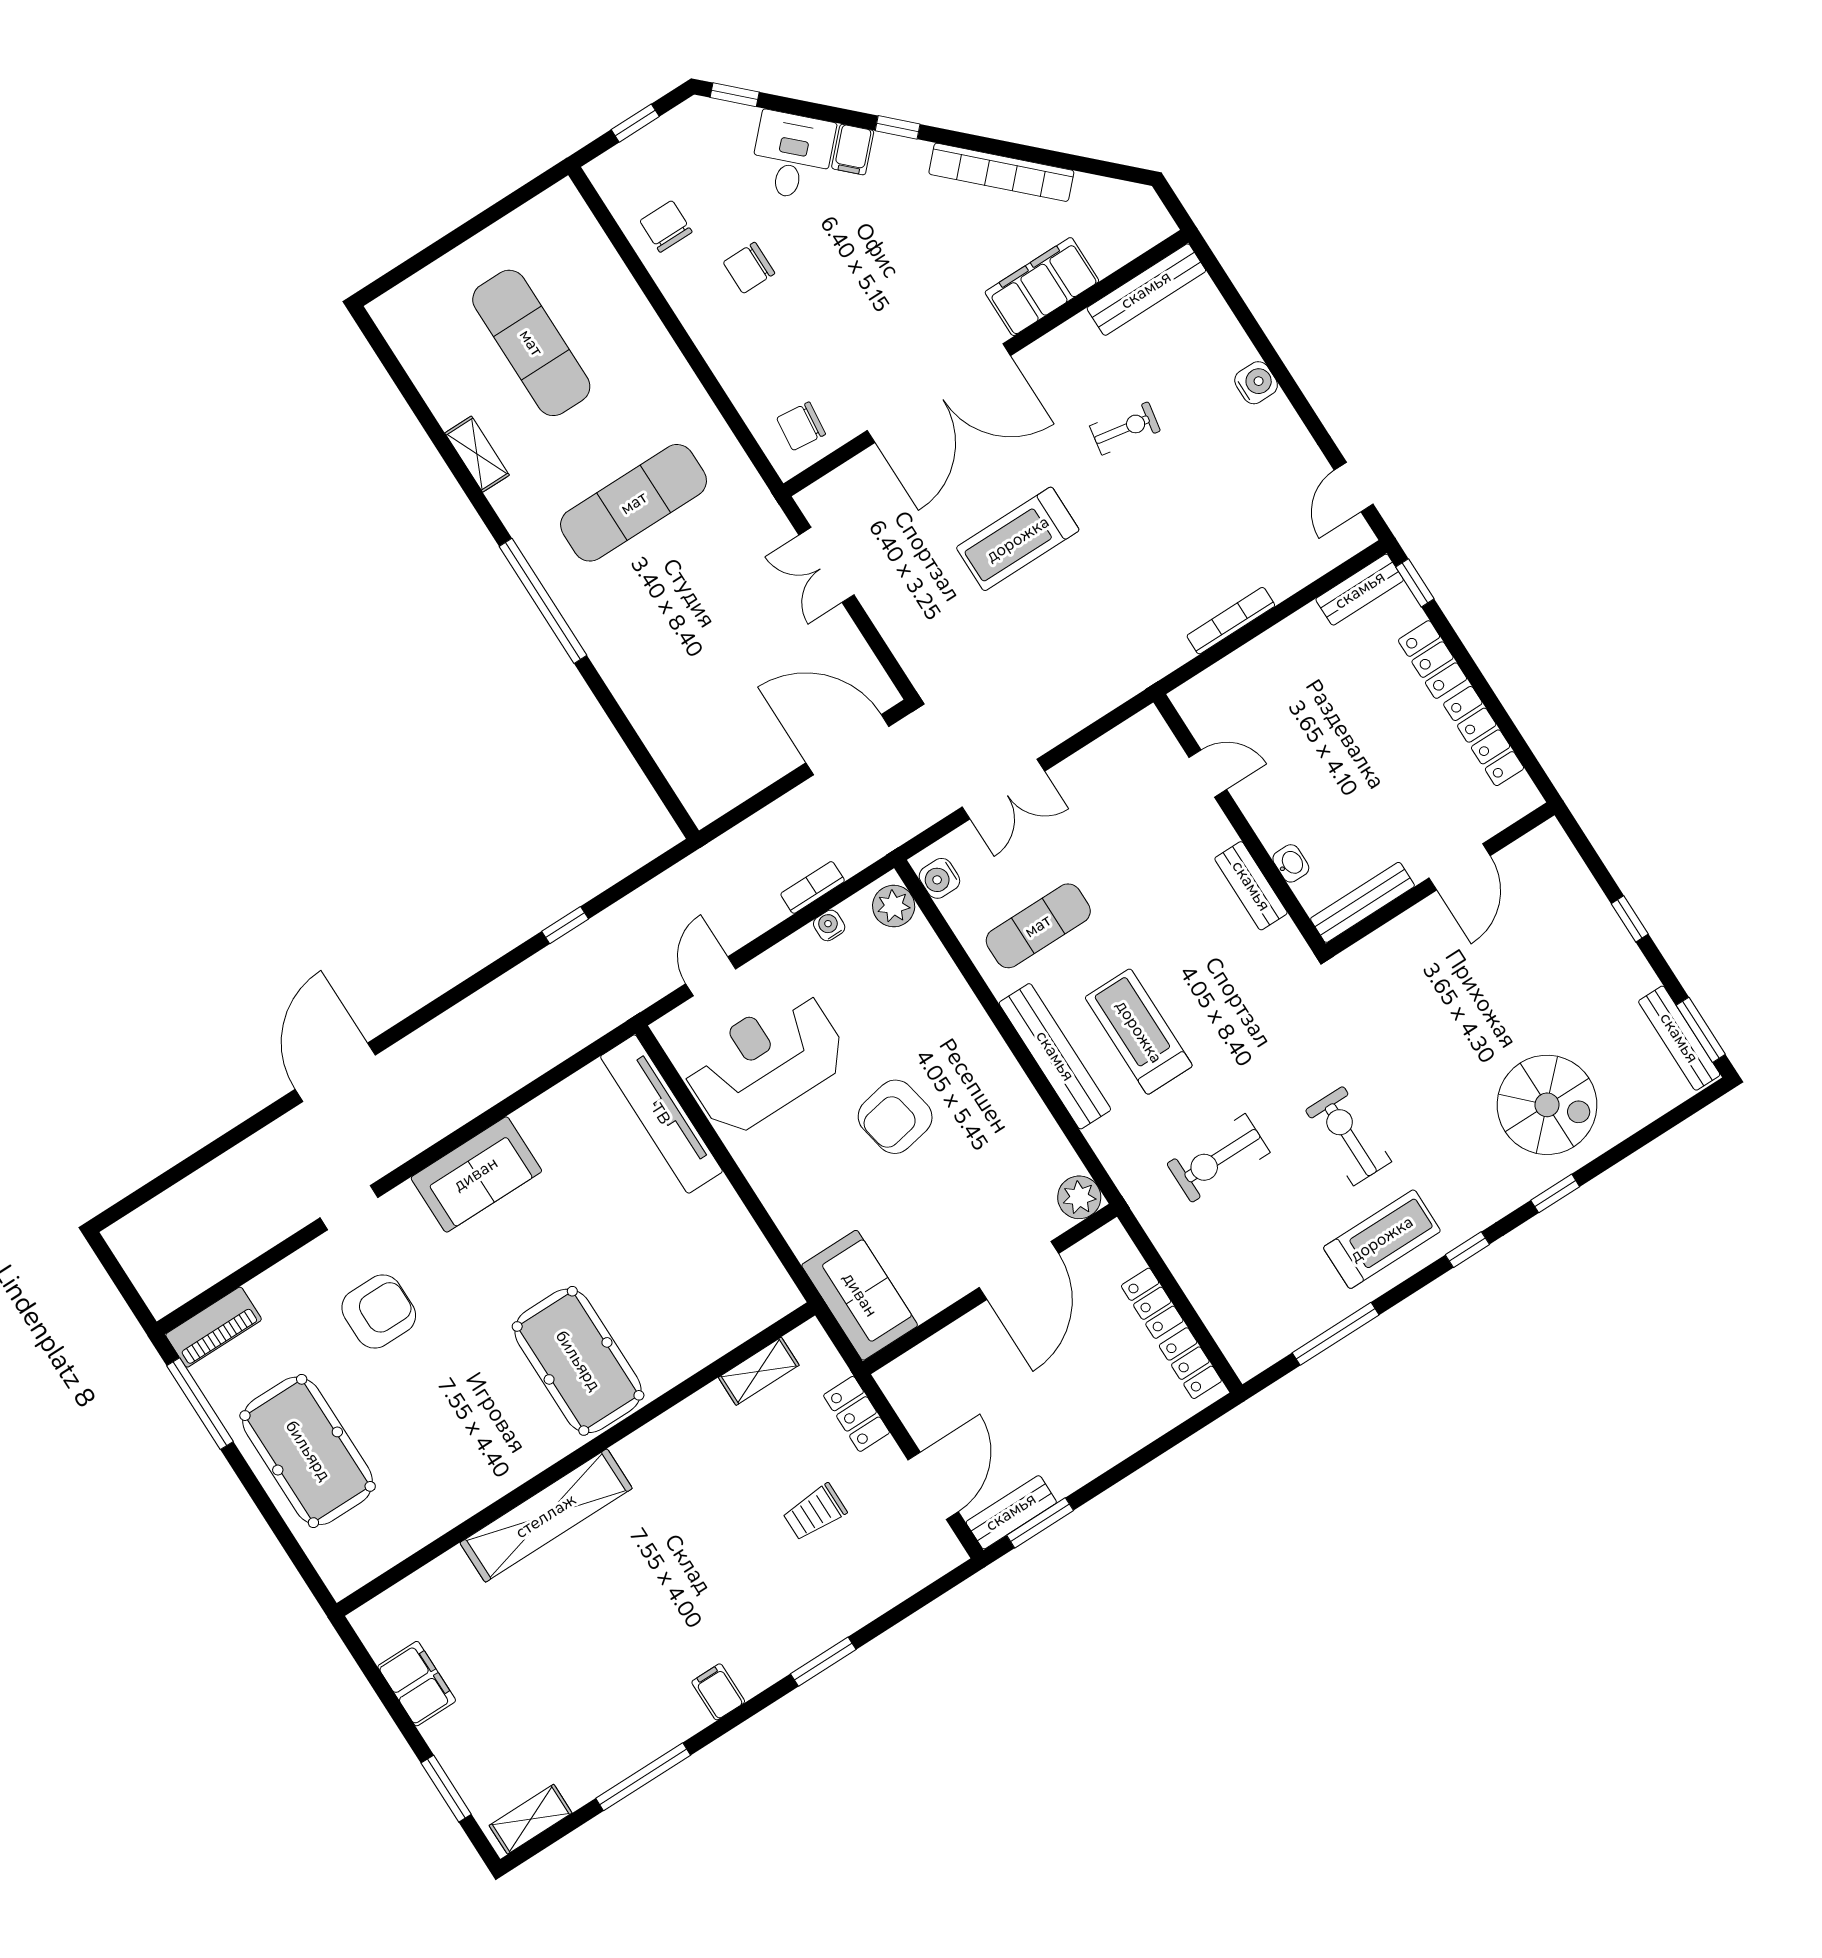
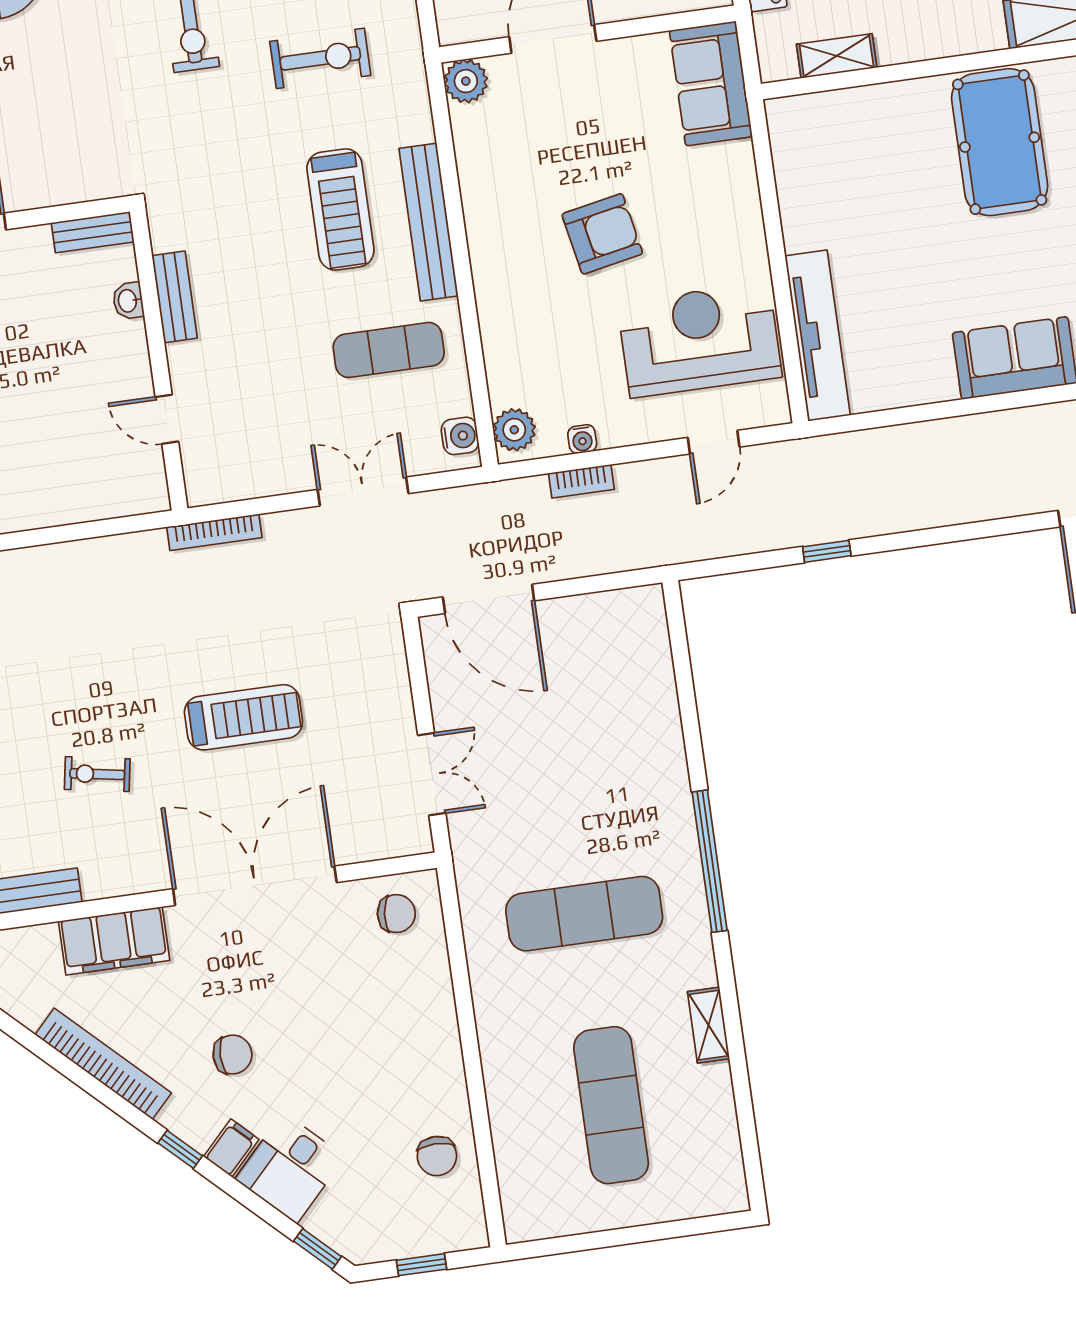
chair: (749, 268) -> (232, 1055), moved
bookcase: (1231, 621) -> (214, 532), moved
bench: (1362, 902) -> (93, 232), width x0.73
reception desk: (765, 1062) -> (700, 340), turned 180

